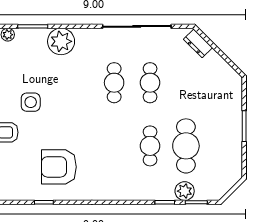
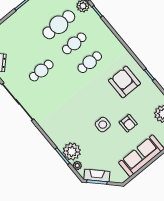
plant: (61, 41) -> (72, 151), moved
cafe table: (114, 83) -> (90, 62), moved
armchair: (59, 167) -> (124, 82), turned 180

